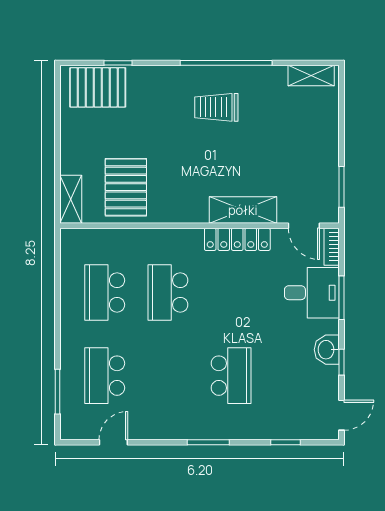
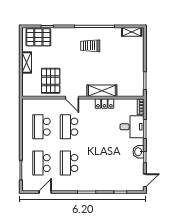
shelving: (71, 199) -> (27, 63), moved
door: (304, 226) -> (72, 98), moved
locker: (237, 239) -> (104, 103), width x0.66
school desk: (231, 376) -> (69, 163), moved, turned 180

